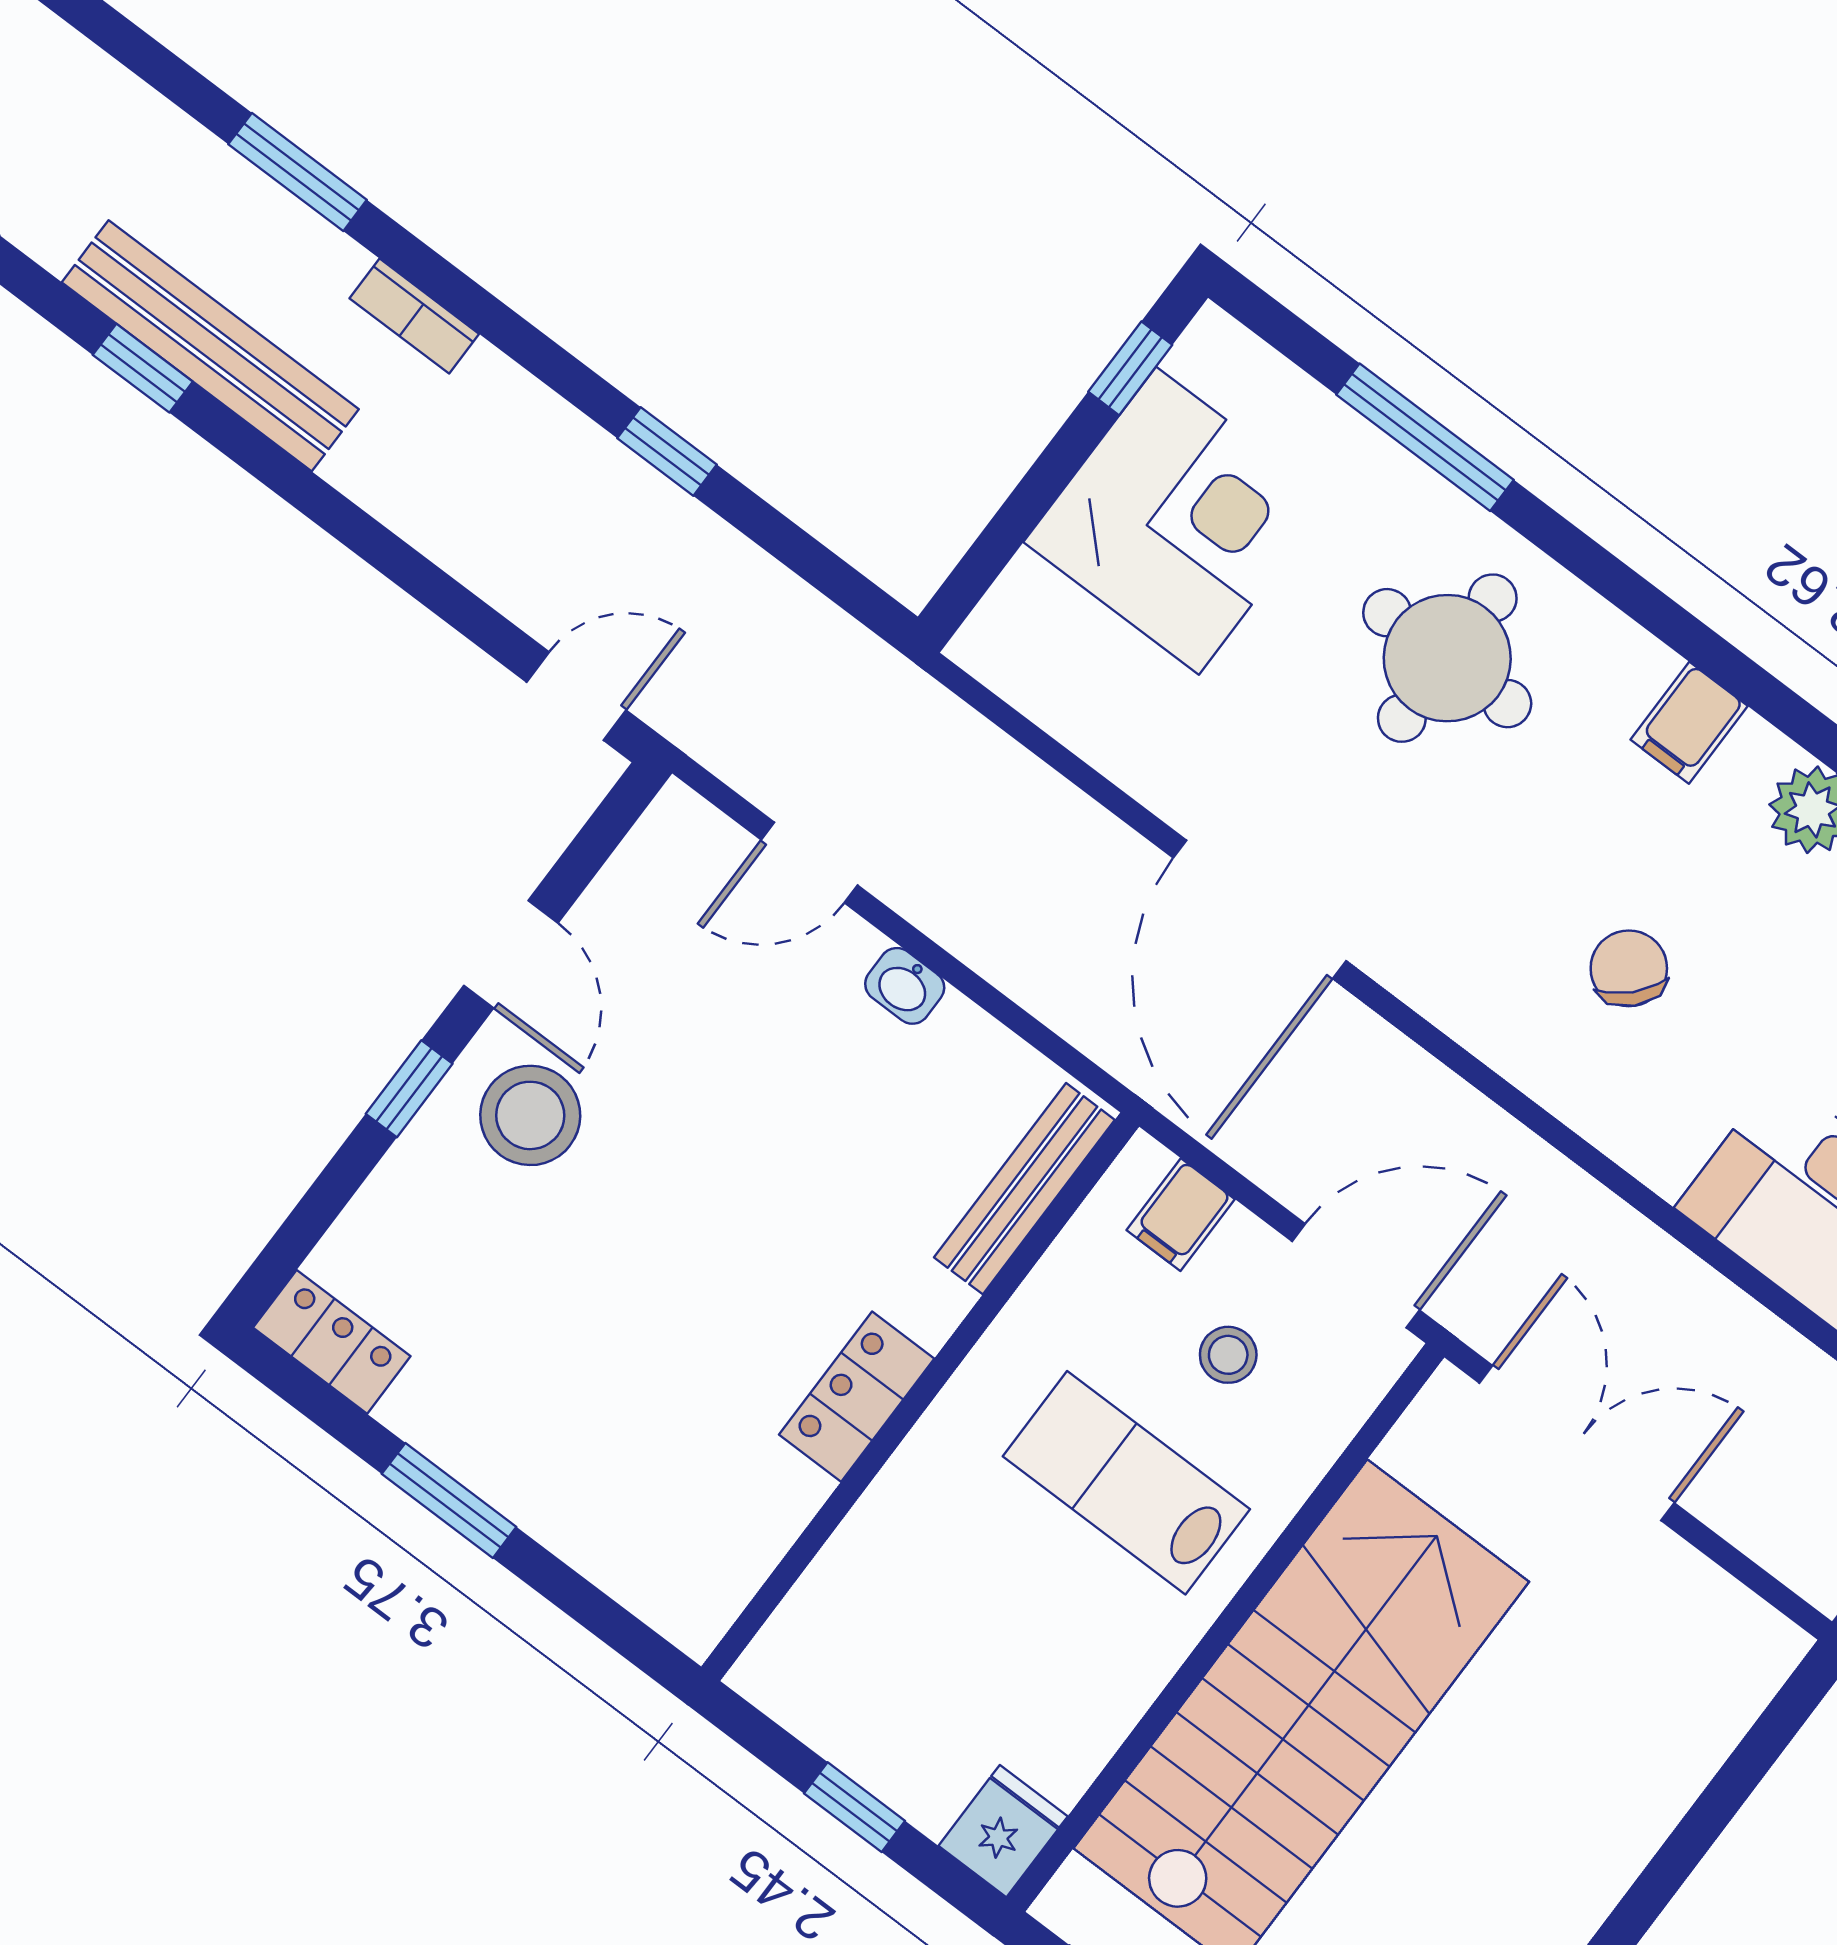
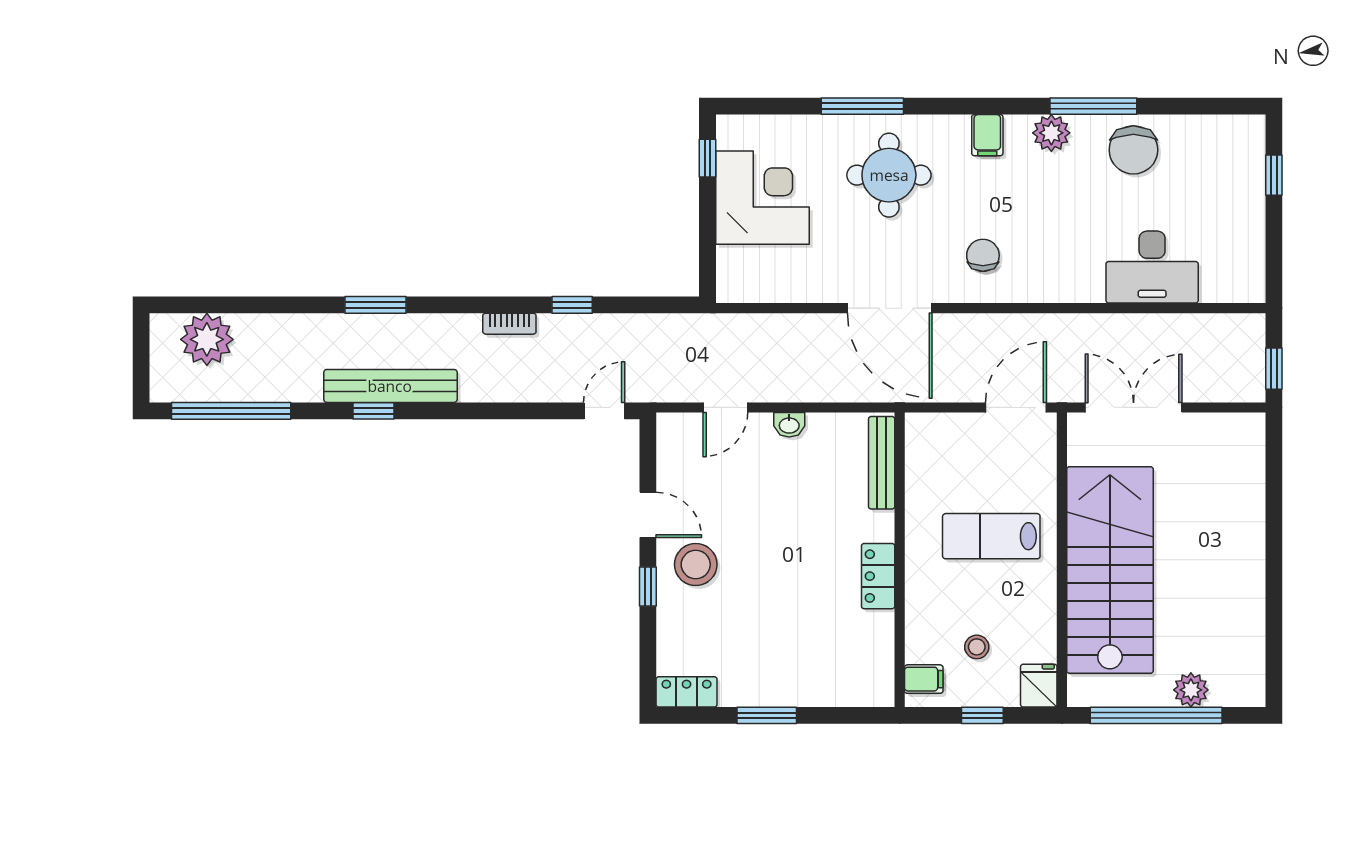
bookcase: (414, 316) -> (509, 324), moved
window: (1425, 437) -> (862, 106), moved
chair: (1629, 968) -> (983, 255), moved, turned 46
filing cabinet: (1181, 1215) -> (924, 679), moved, turned -90
stool: (1228, 1355) -> (977, 647), moved

